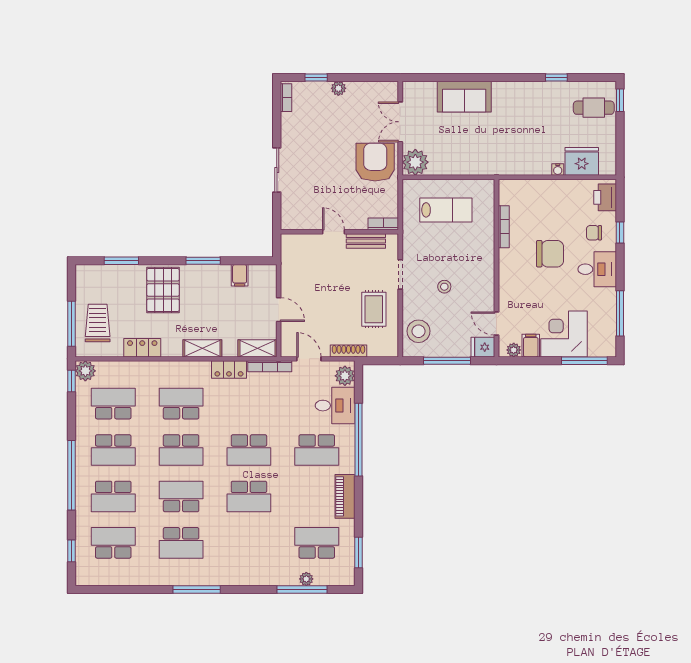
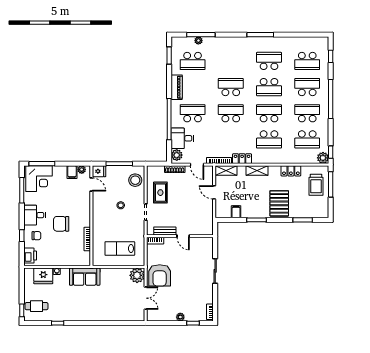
sofa: (464, 97) -> (85, 277), moved, turned 180
corner desk: (564, 334) -> (39, 179), moved

